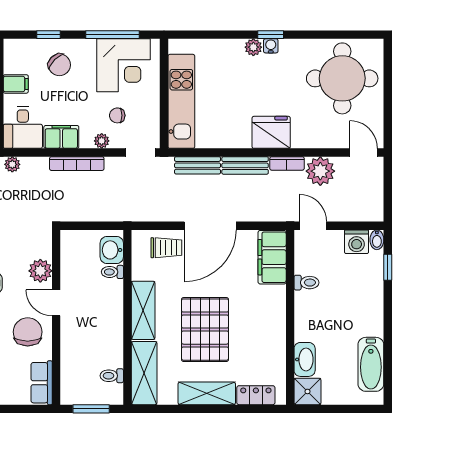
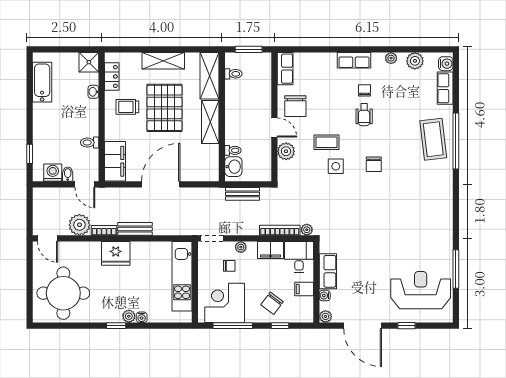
water cooler: (271, 46) -> (142, 317), moved
chair: (59, 65) -> (272, 303), turned -98
bookcase: (77, 164) -> (280, 230), moved
bench: (198, 165) -> (242, 194), moved
bidet: (377, 240) -> (68, 174), moved
trolley: (166, 248) -> (127, 107), moved
washbasin: (305, 359) -> (93, 92), width x0.52, depth x0.69
locker: (256, 395) -> (112, 77), moved, turned -90

